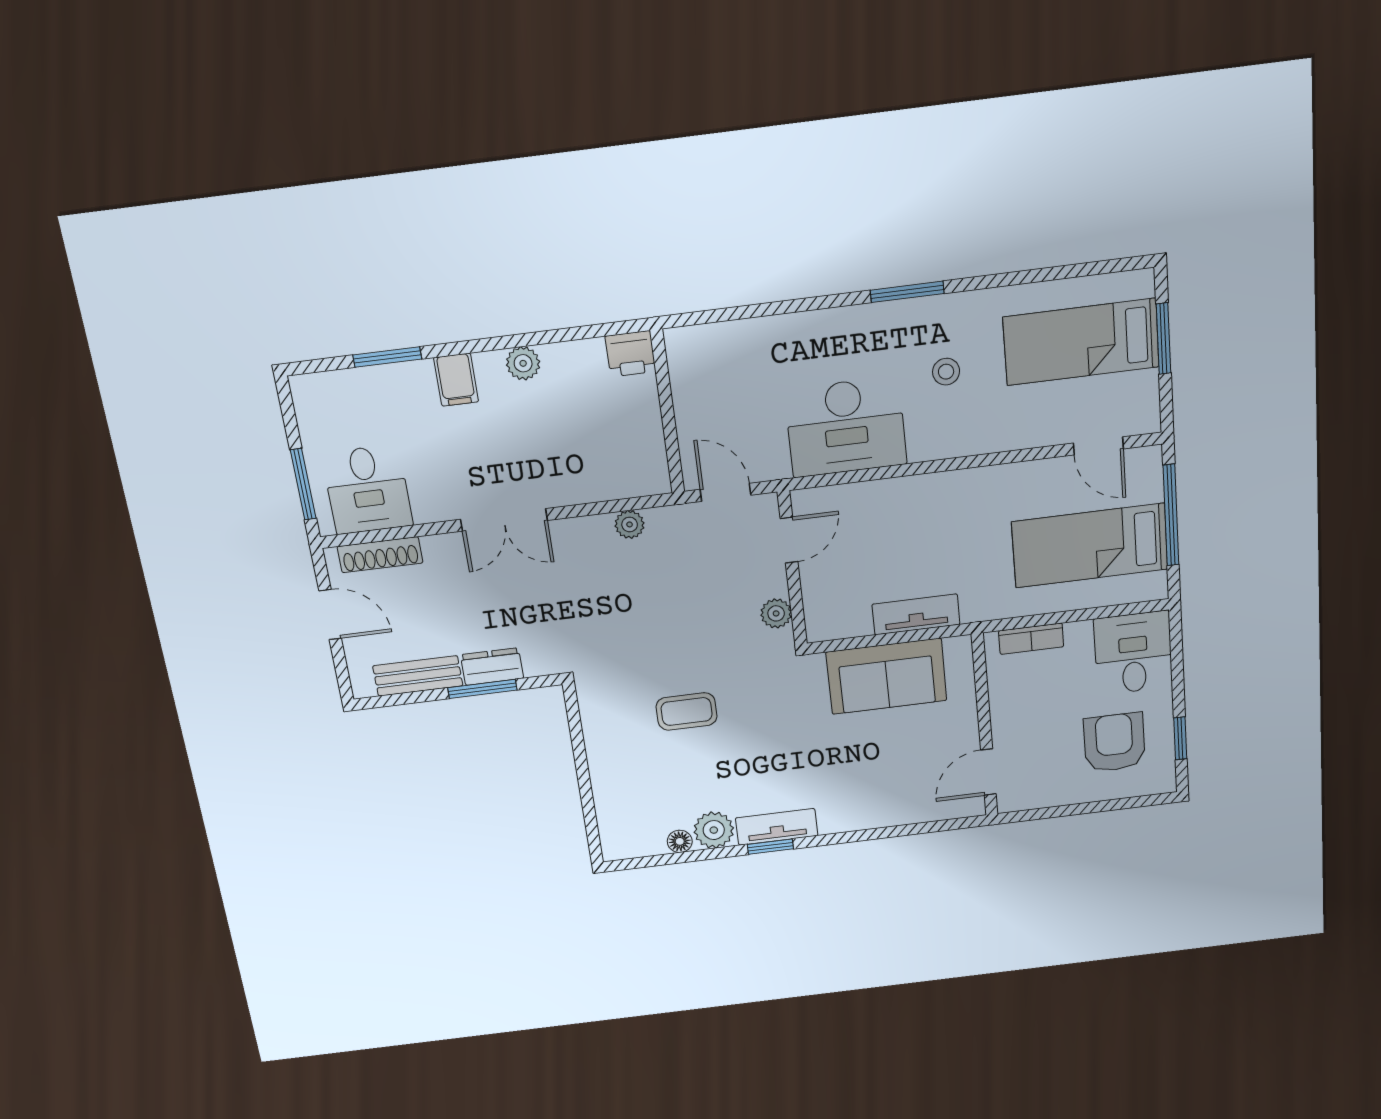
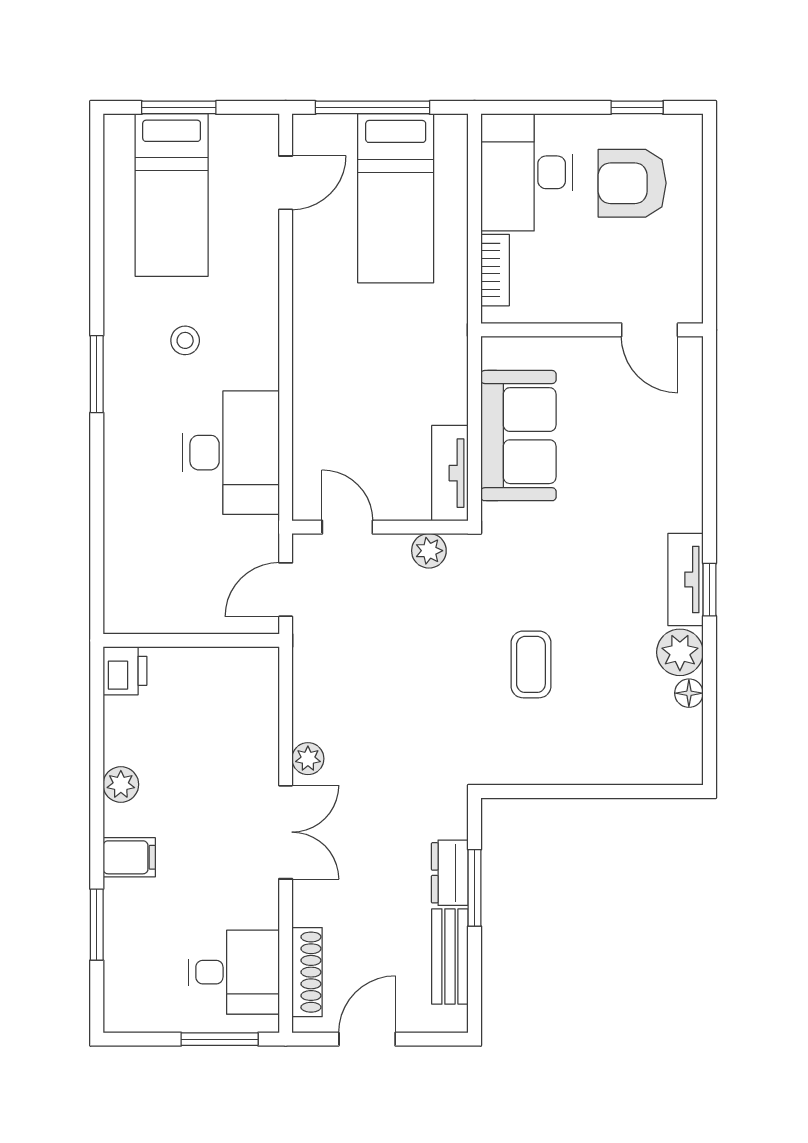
plant: (630, 524) -> (308, 759), moved
tv unit: (916, 614) -> (450, 473), moved
desk: (1133, 653) -> (527, 172), width x1.37

